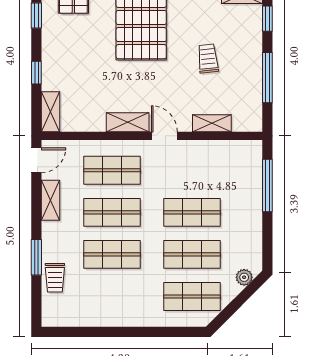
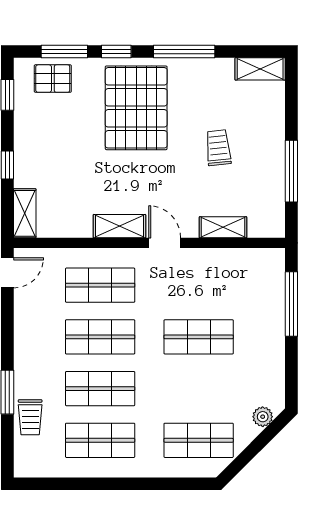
window: (267, 19) -> (291, 99), removed
shelving: (50, 200) -> (25, 322), removed
shop shelf: (192, 254) -> (100, 440), moved

